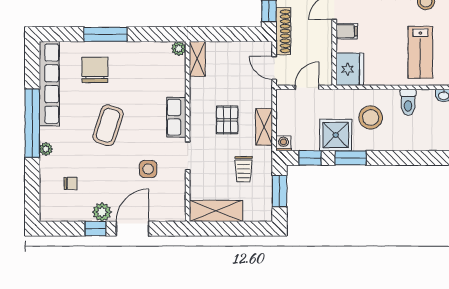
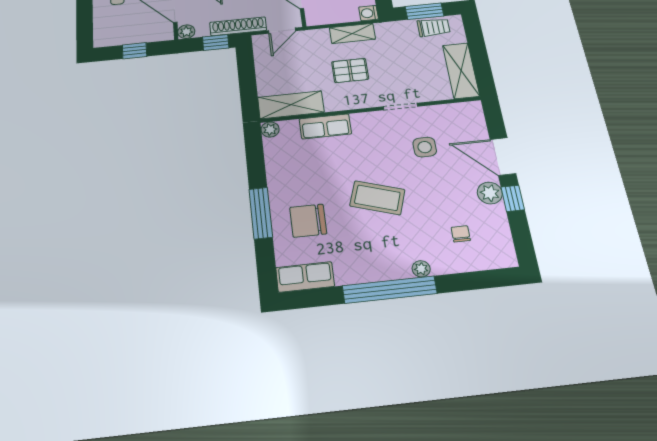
shelving: (197, 59) -> (291, 105), width x1.50, depth x1.33
row of seats: (49, 84) -> (305, 277), width x0.50
row of seats: (176, 117) -> (325, 126), moved
trolley: (244, 169) -> (434, 27), moved

